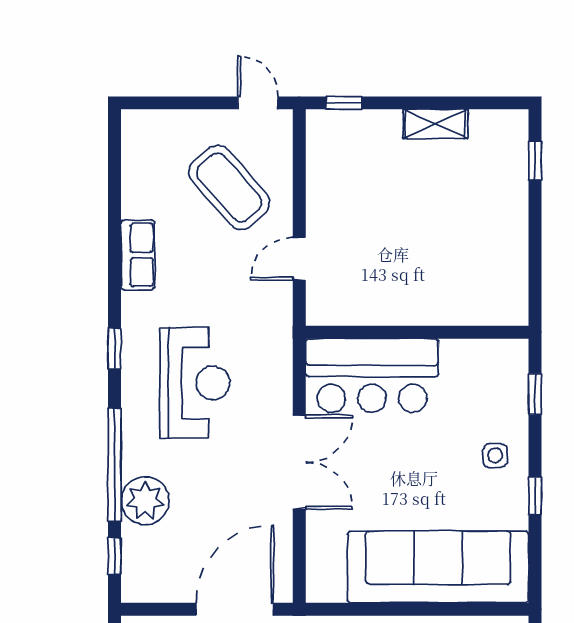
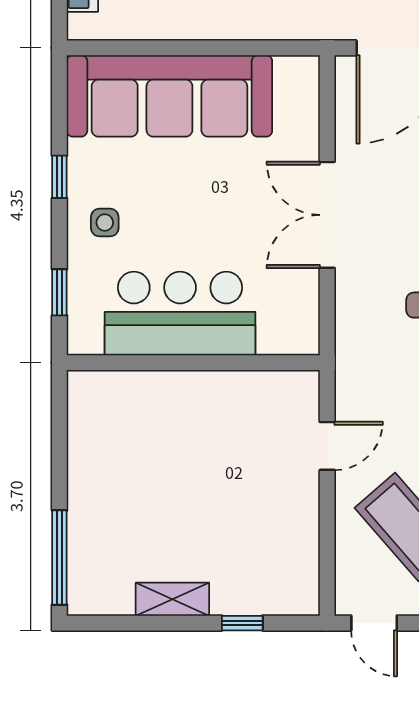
window: (344, 103) -> (242, 623), moved
window: (535, 161) -> (59, 557), width x2.17
bar counter: (372, 375) -> (180, 314), moved

